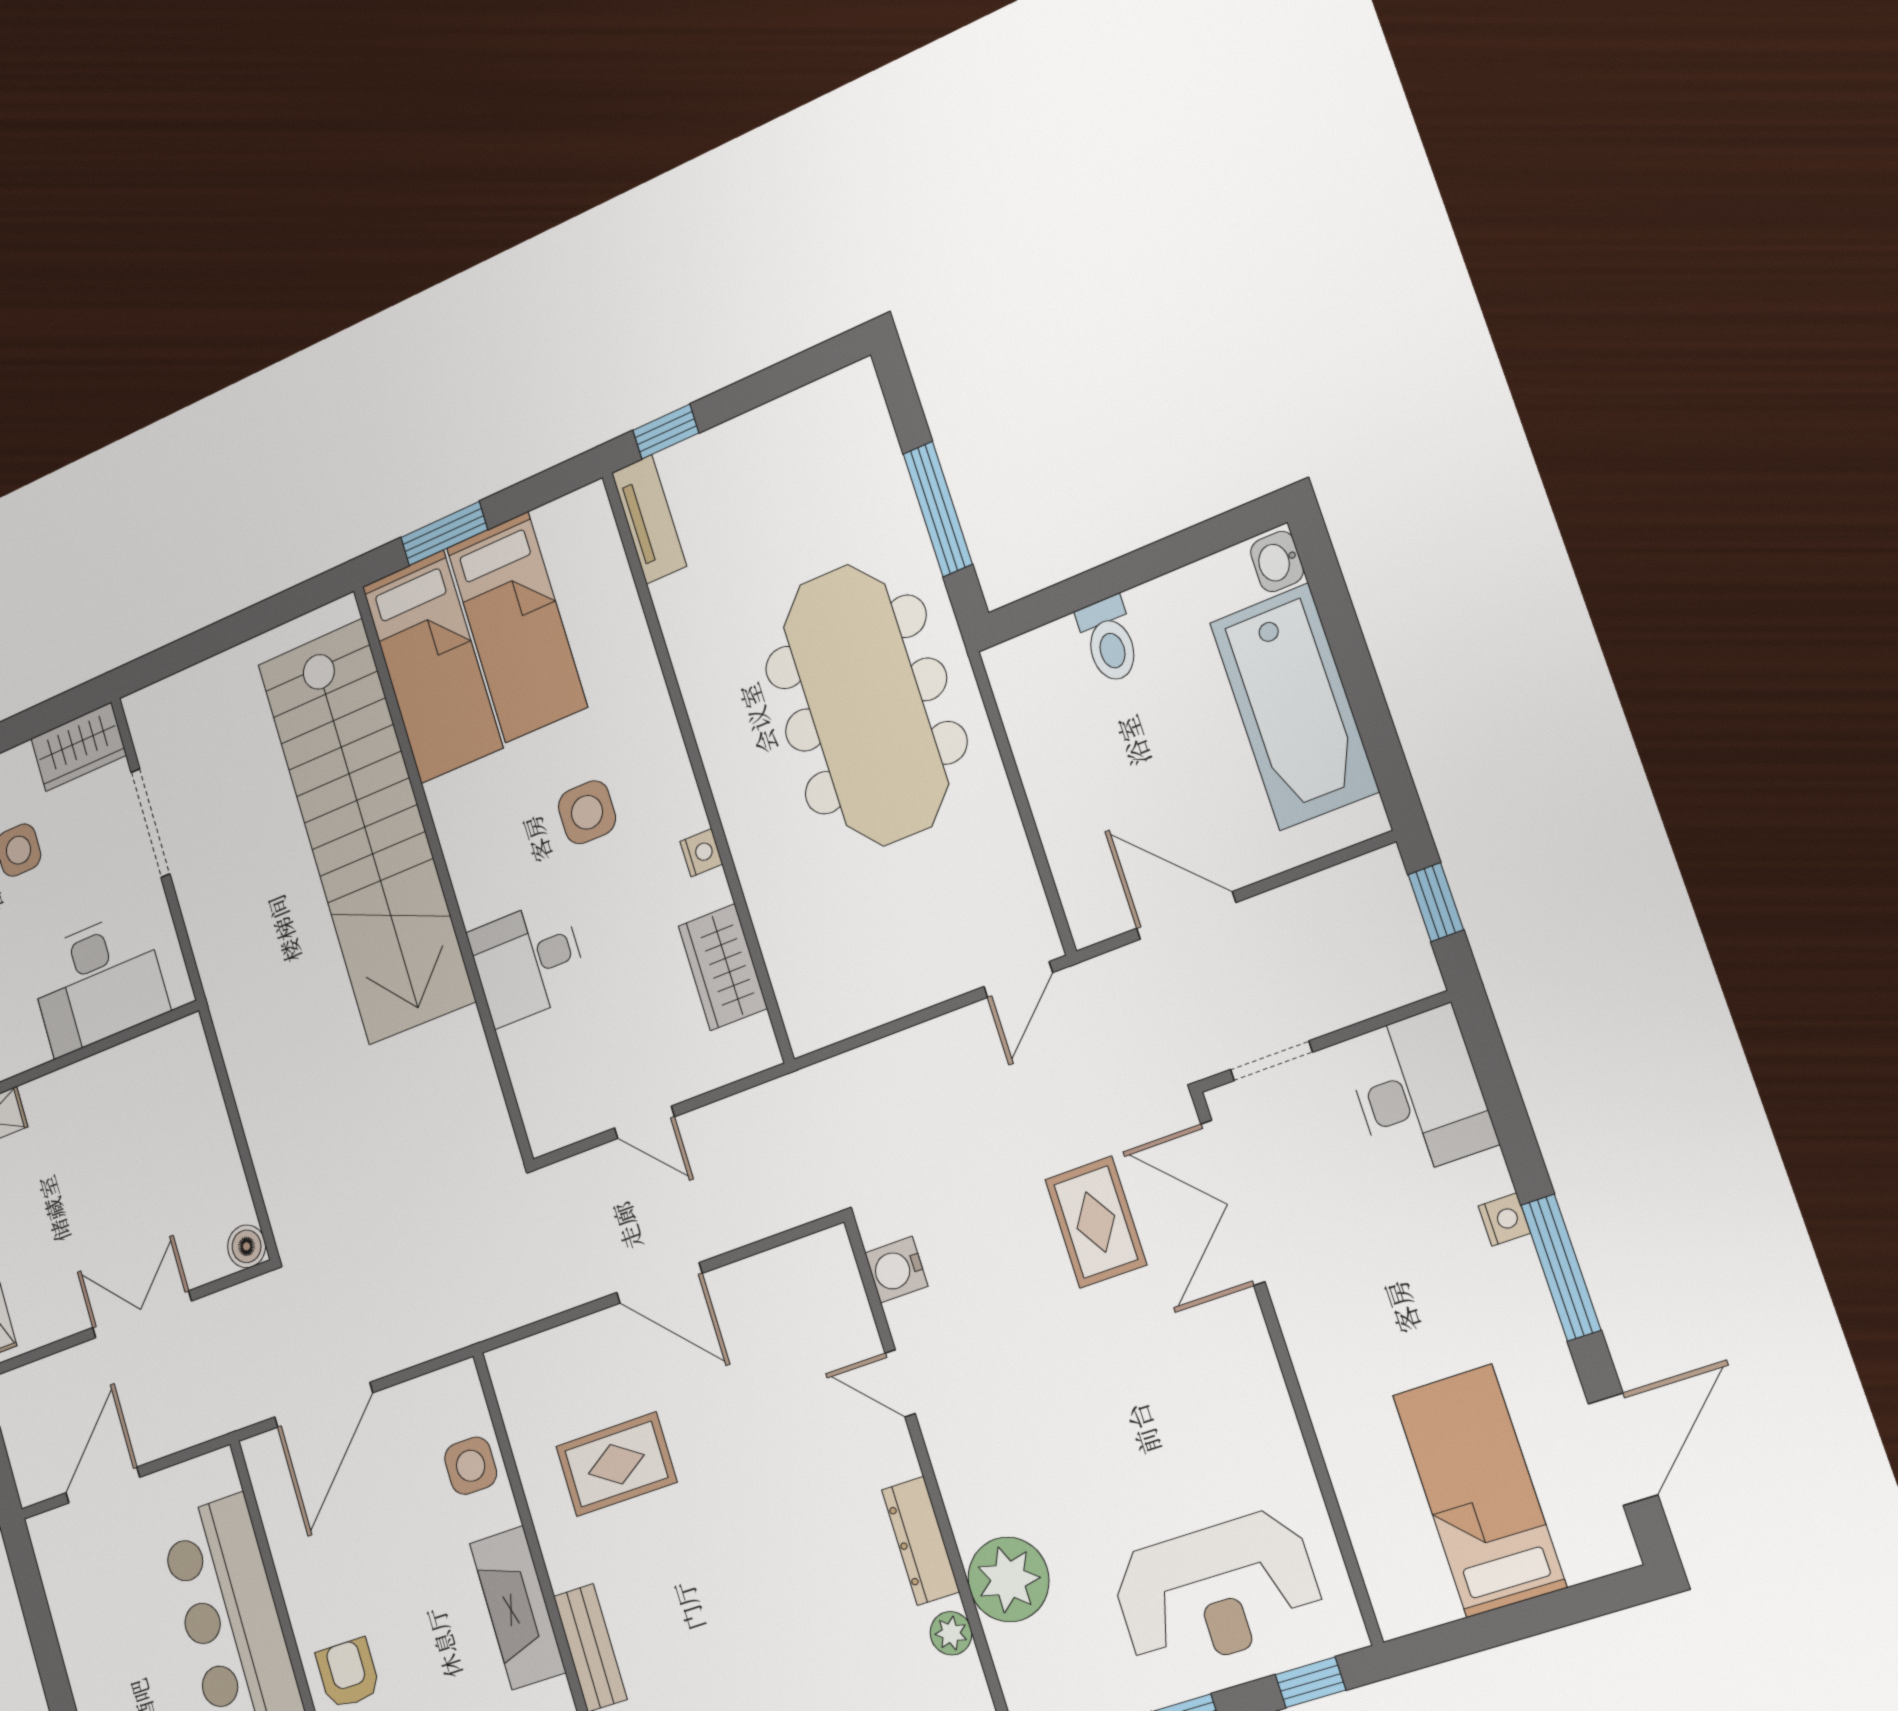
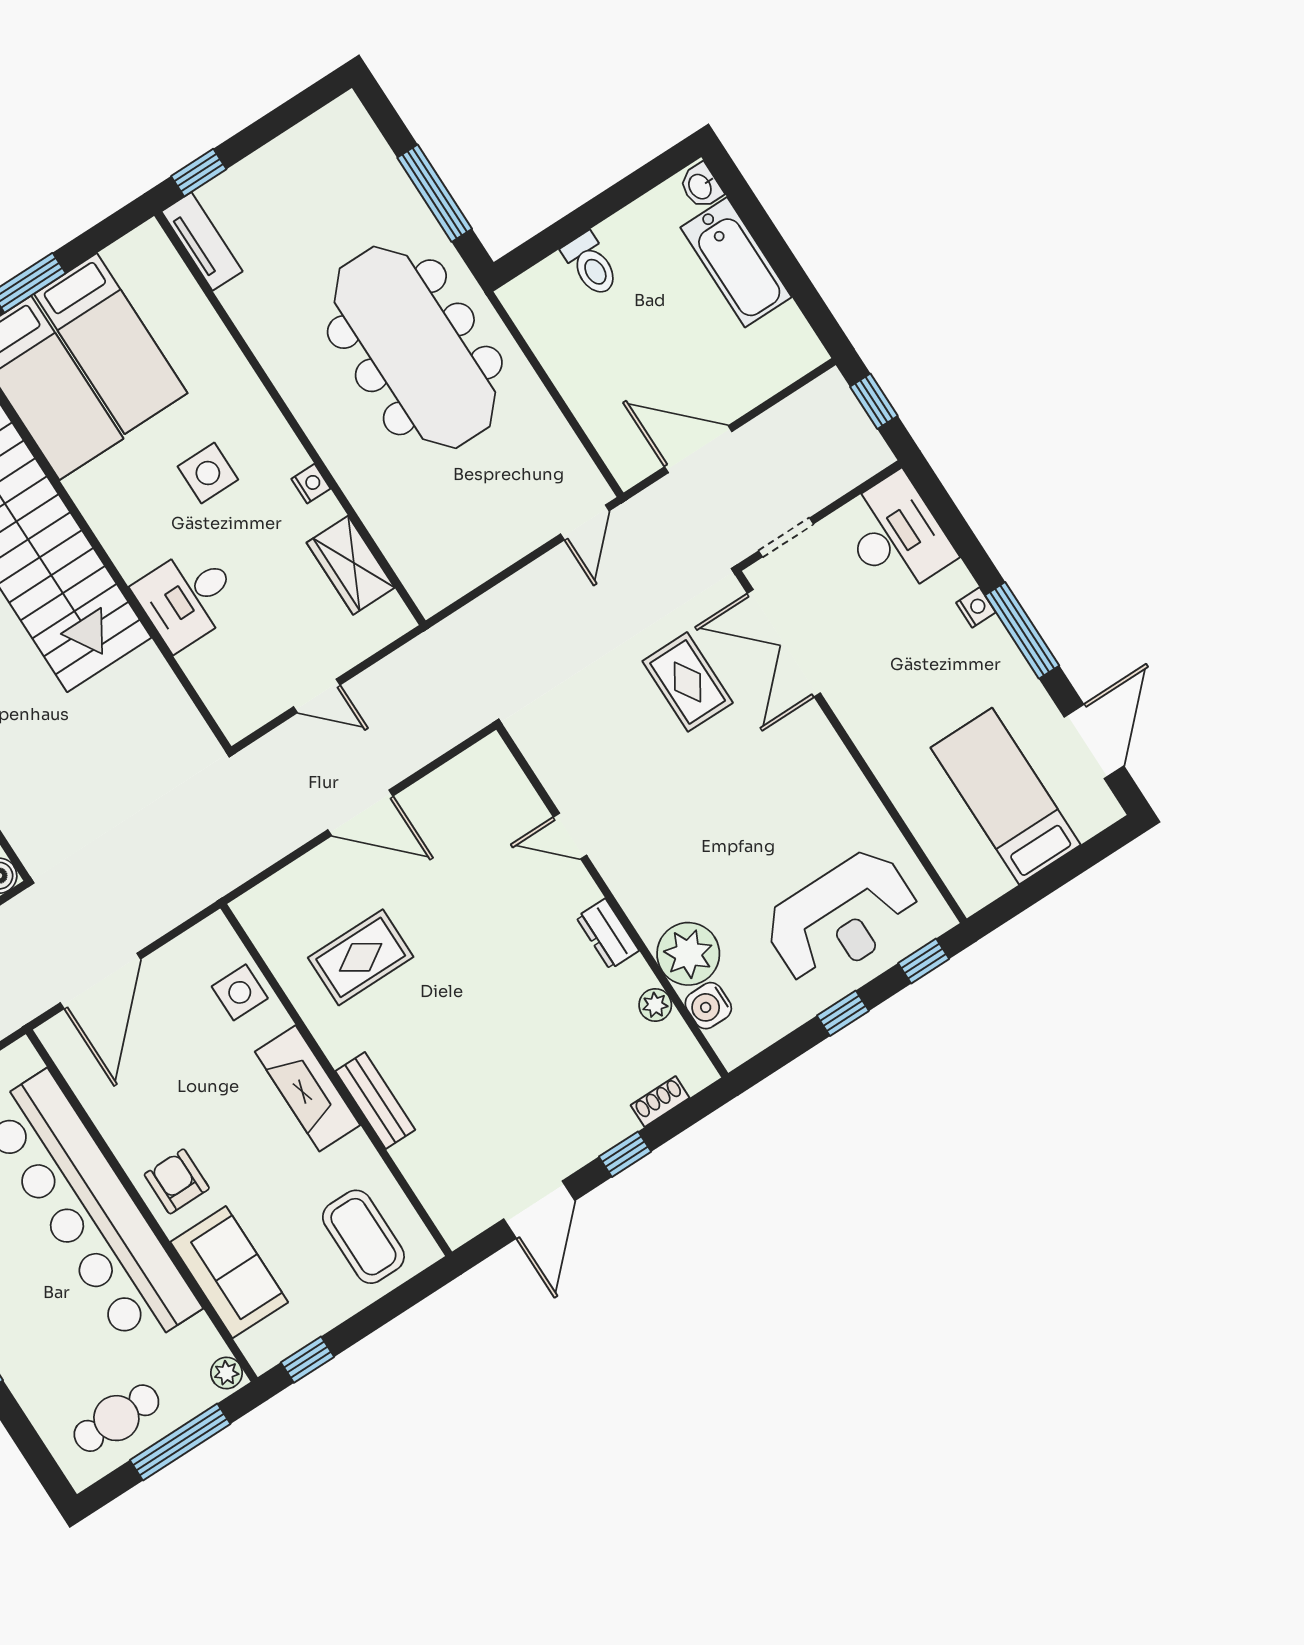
bathtub: (1294, 707) -> (736, 262), width x0.73, depth x0.73
water cooler: (896, 1270) -> (708, 1006), moved
dresser: (920, 1541) -> (607, 934), width x0.70

